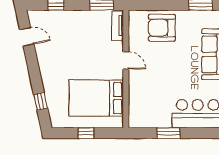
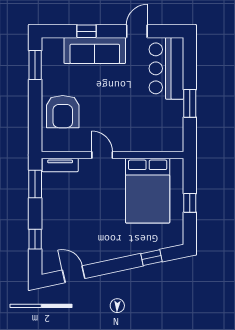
door: (27, 37) -> (74, 274), hinge flipped
door: (126, 60) -> (102, 155), hinge flipped

